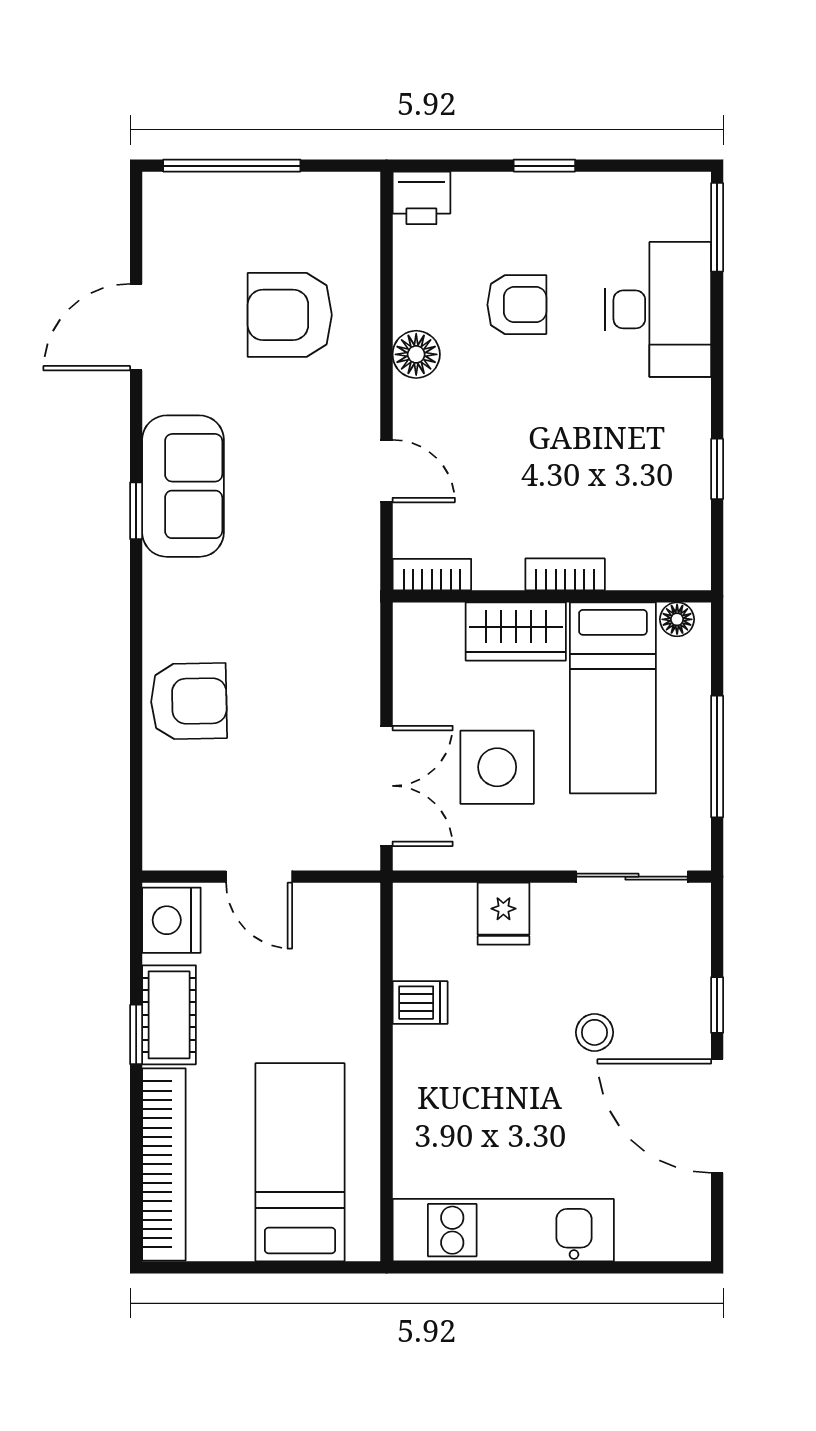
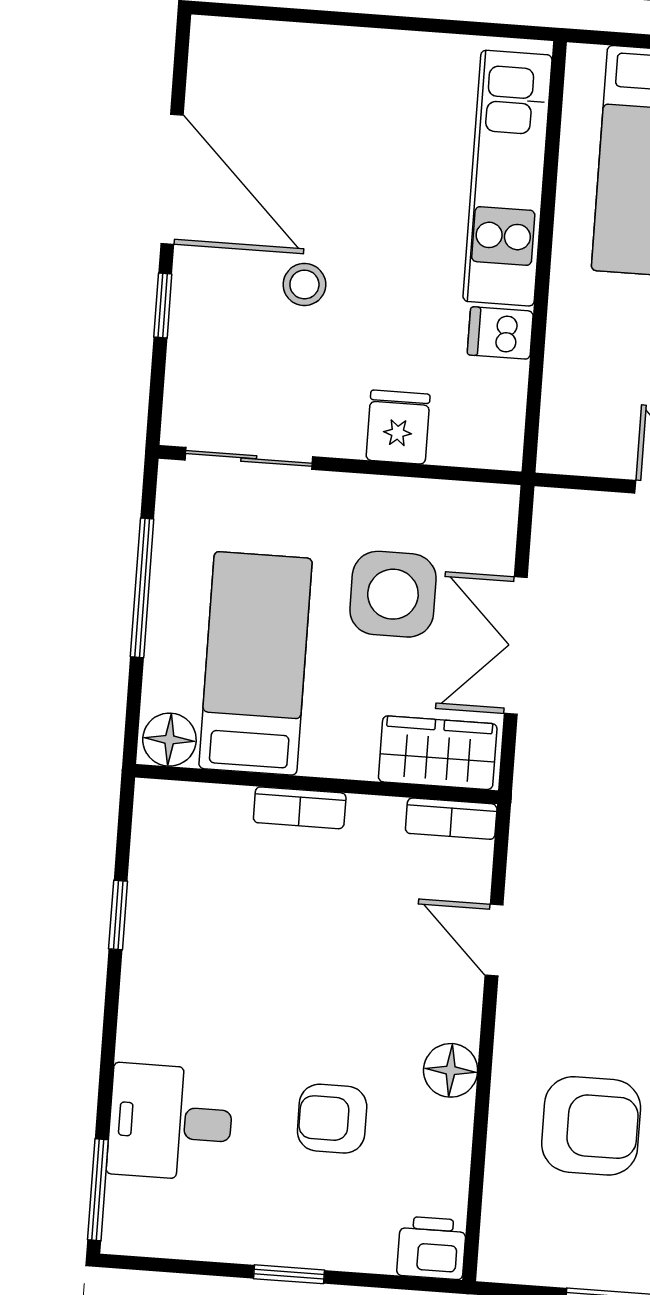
desk: (658, 309) -> (170, 1122), width x0.73
floor lamp: (677, 619) -> (169, 740), width x1.37, depth x1.37
wardrobe: (516, 631) -> (438, 753), moved
double door: (387, 786) -> (516, 645), moved
kitchen unit: (503, 1230) -> (508, 178), moved, turned 90

